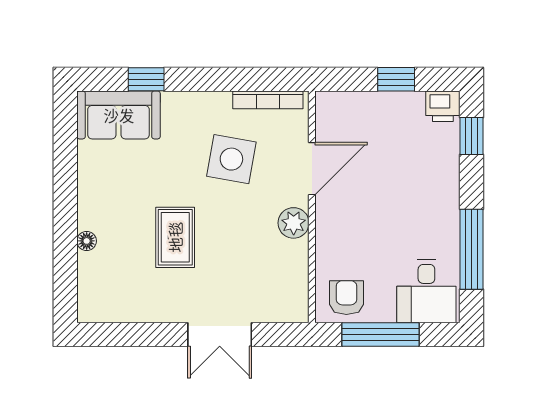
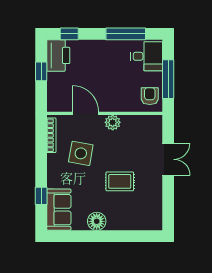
printer: (443, 106) -> (58, 55), width x1.87, depth x1.48
floor lamp: (87, 241) -> (97, 221), moved, width x1.89, depth x1.89
armchair: (346, 298) -> (150, 96), turned 90

